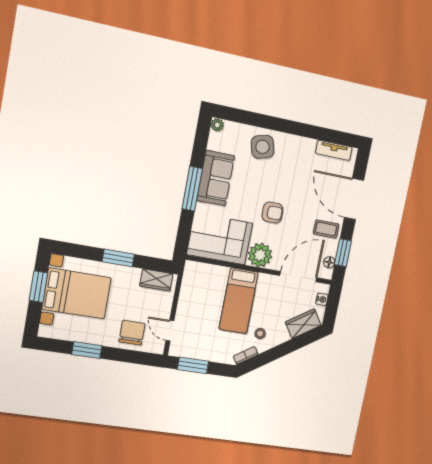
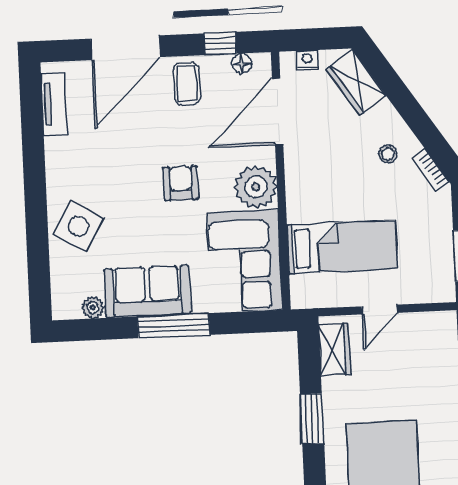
plant: (217, 125) -> (93, 308), moved
side table: (263, 147) -> (78, 226), turned 45
window: (343, 253) -> (220, 44), width x0.67
door: (298, 277) -> (278, 112), hinge flipped
bed: (239, 301) -> (342, 247), moved
door: (170, 331) -> (380, 310), moved
chair: (132, 333) -> (430, 370), removed

